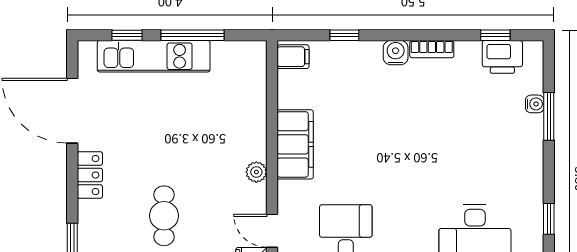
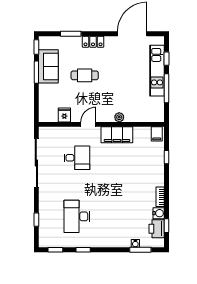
water cooler: (396, 53) -> (159, 213), moved
window: (549, 116) -> (140, 250), moved
plant: (256, 172) -> (119, 117), moved
locker: (90, 175) -> (93, 42), moved
door: (272, 231) -> (88, 124), moved

